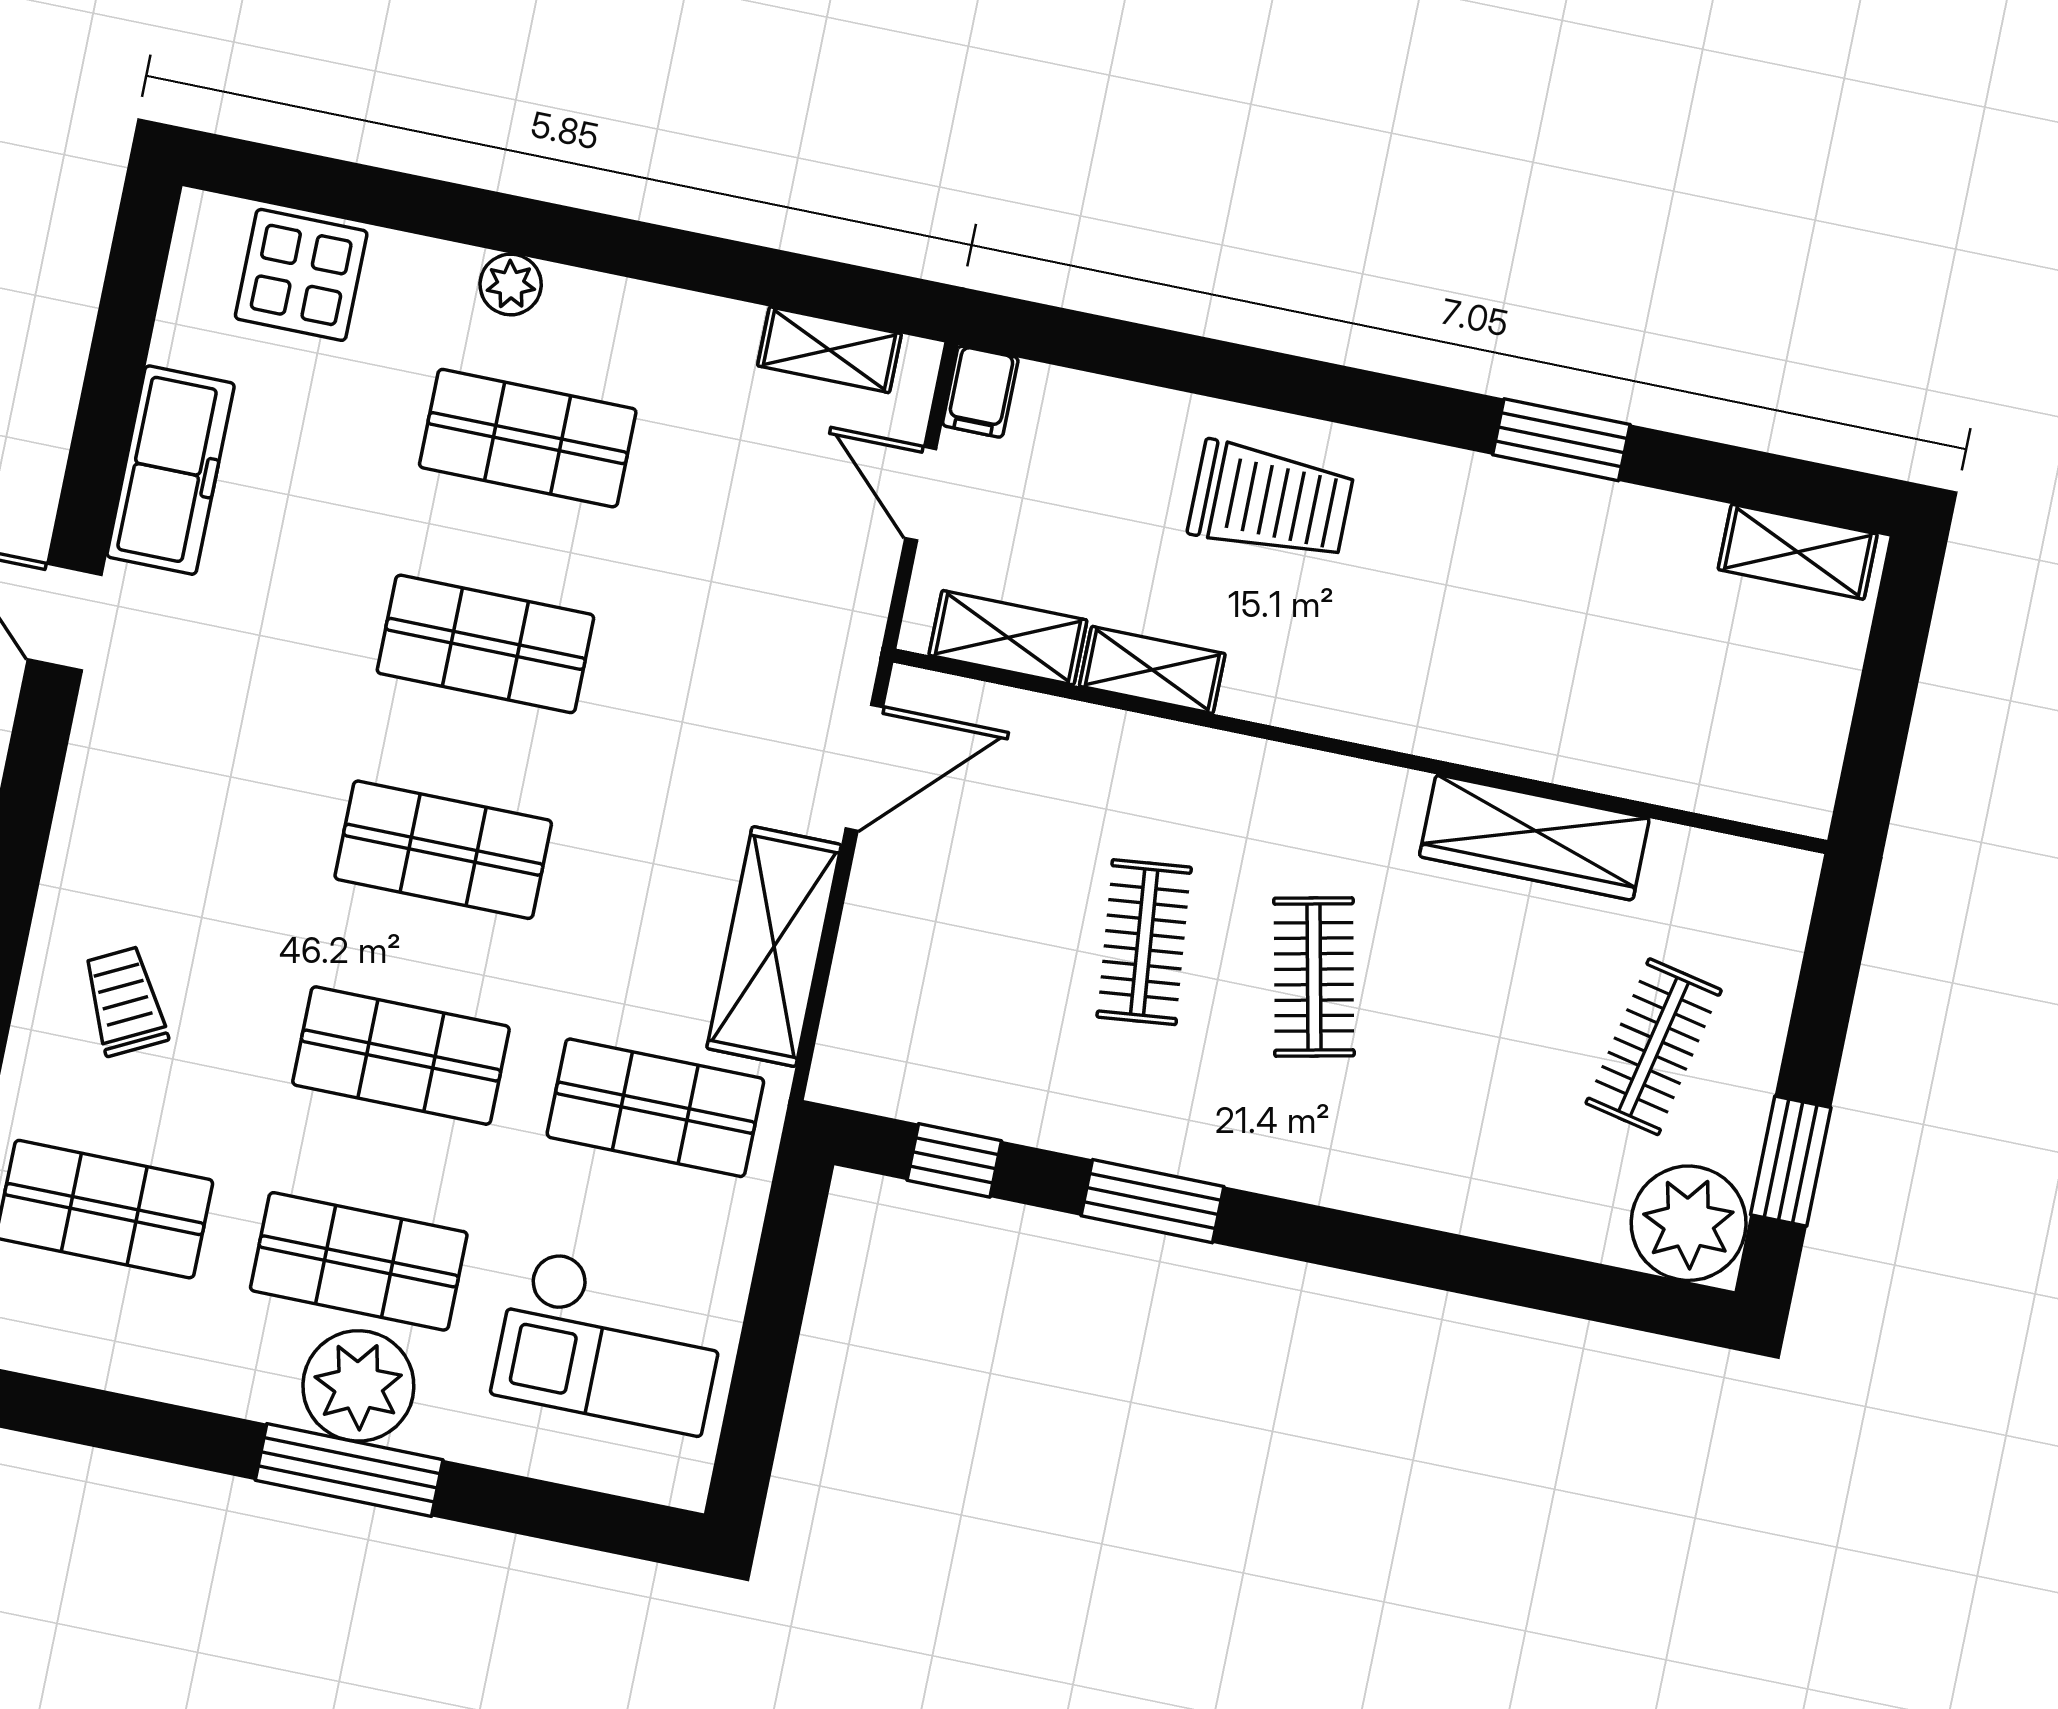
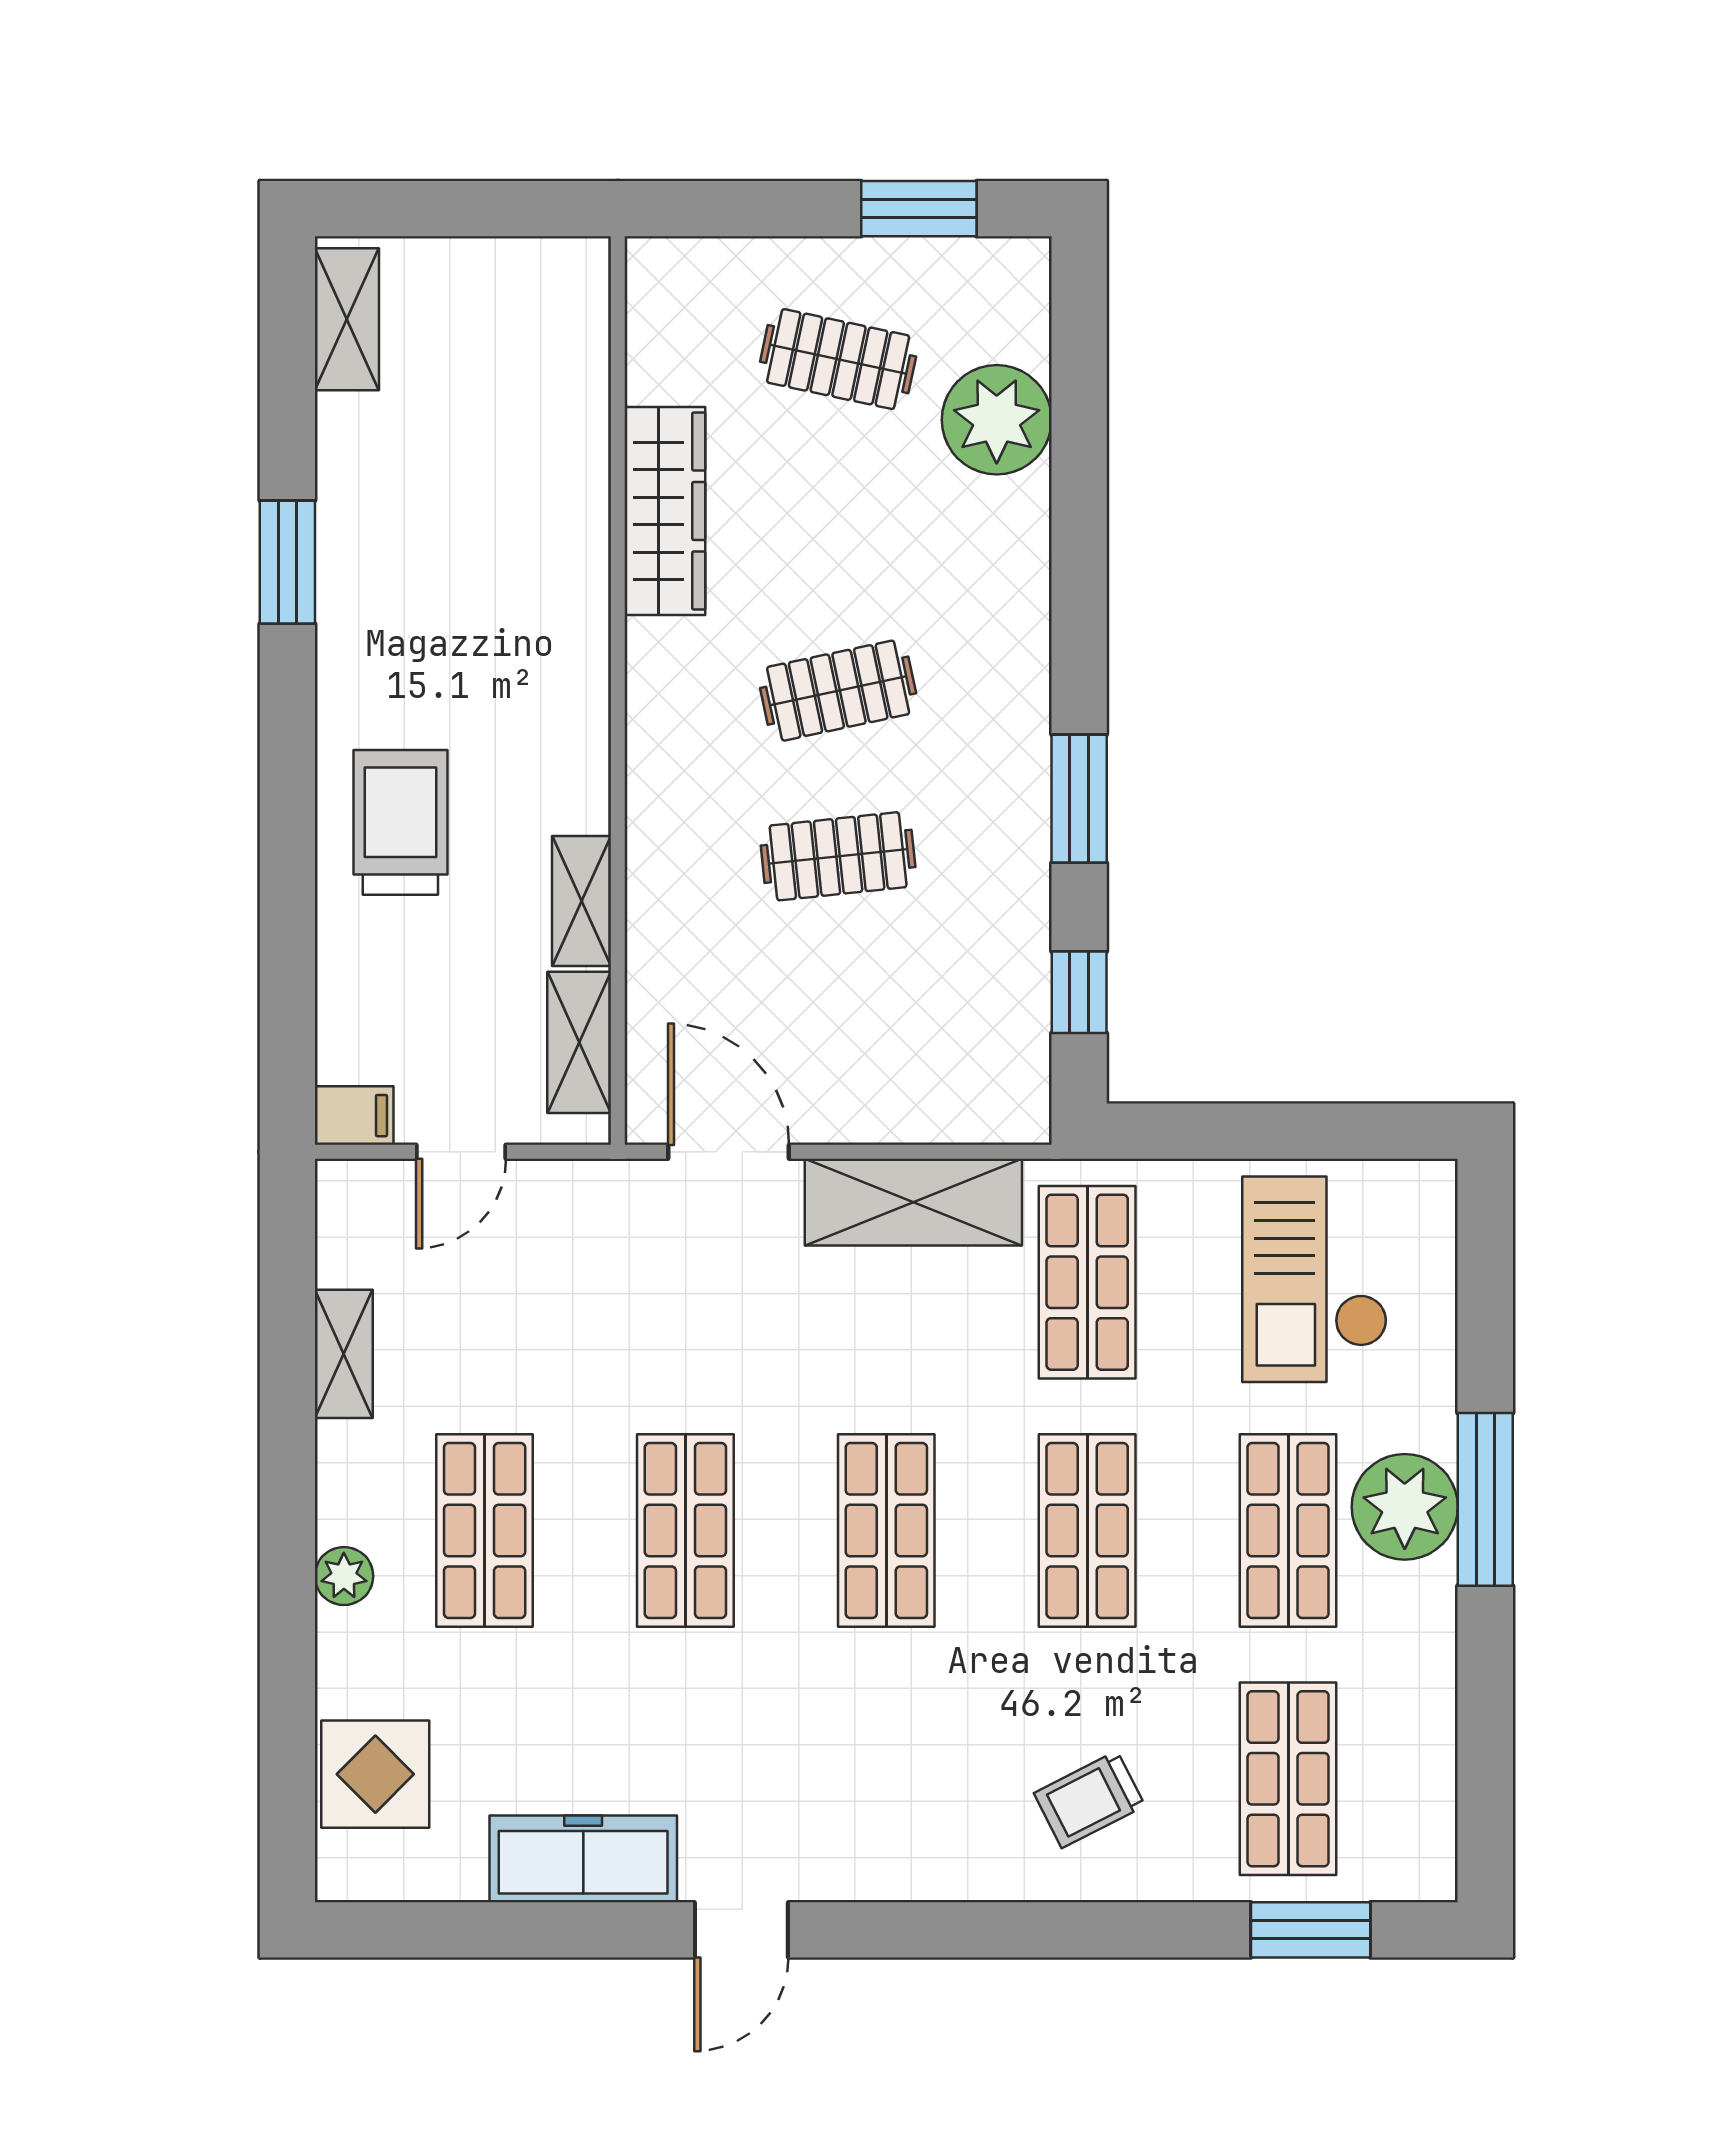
shelving: (829, 350) -> (344, 1354), moved
plant: (1689, 1223) -> (997, 420), moved
checkout: (611, 1342) -> (1315, 1279), turned 180

